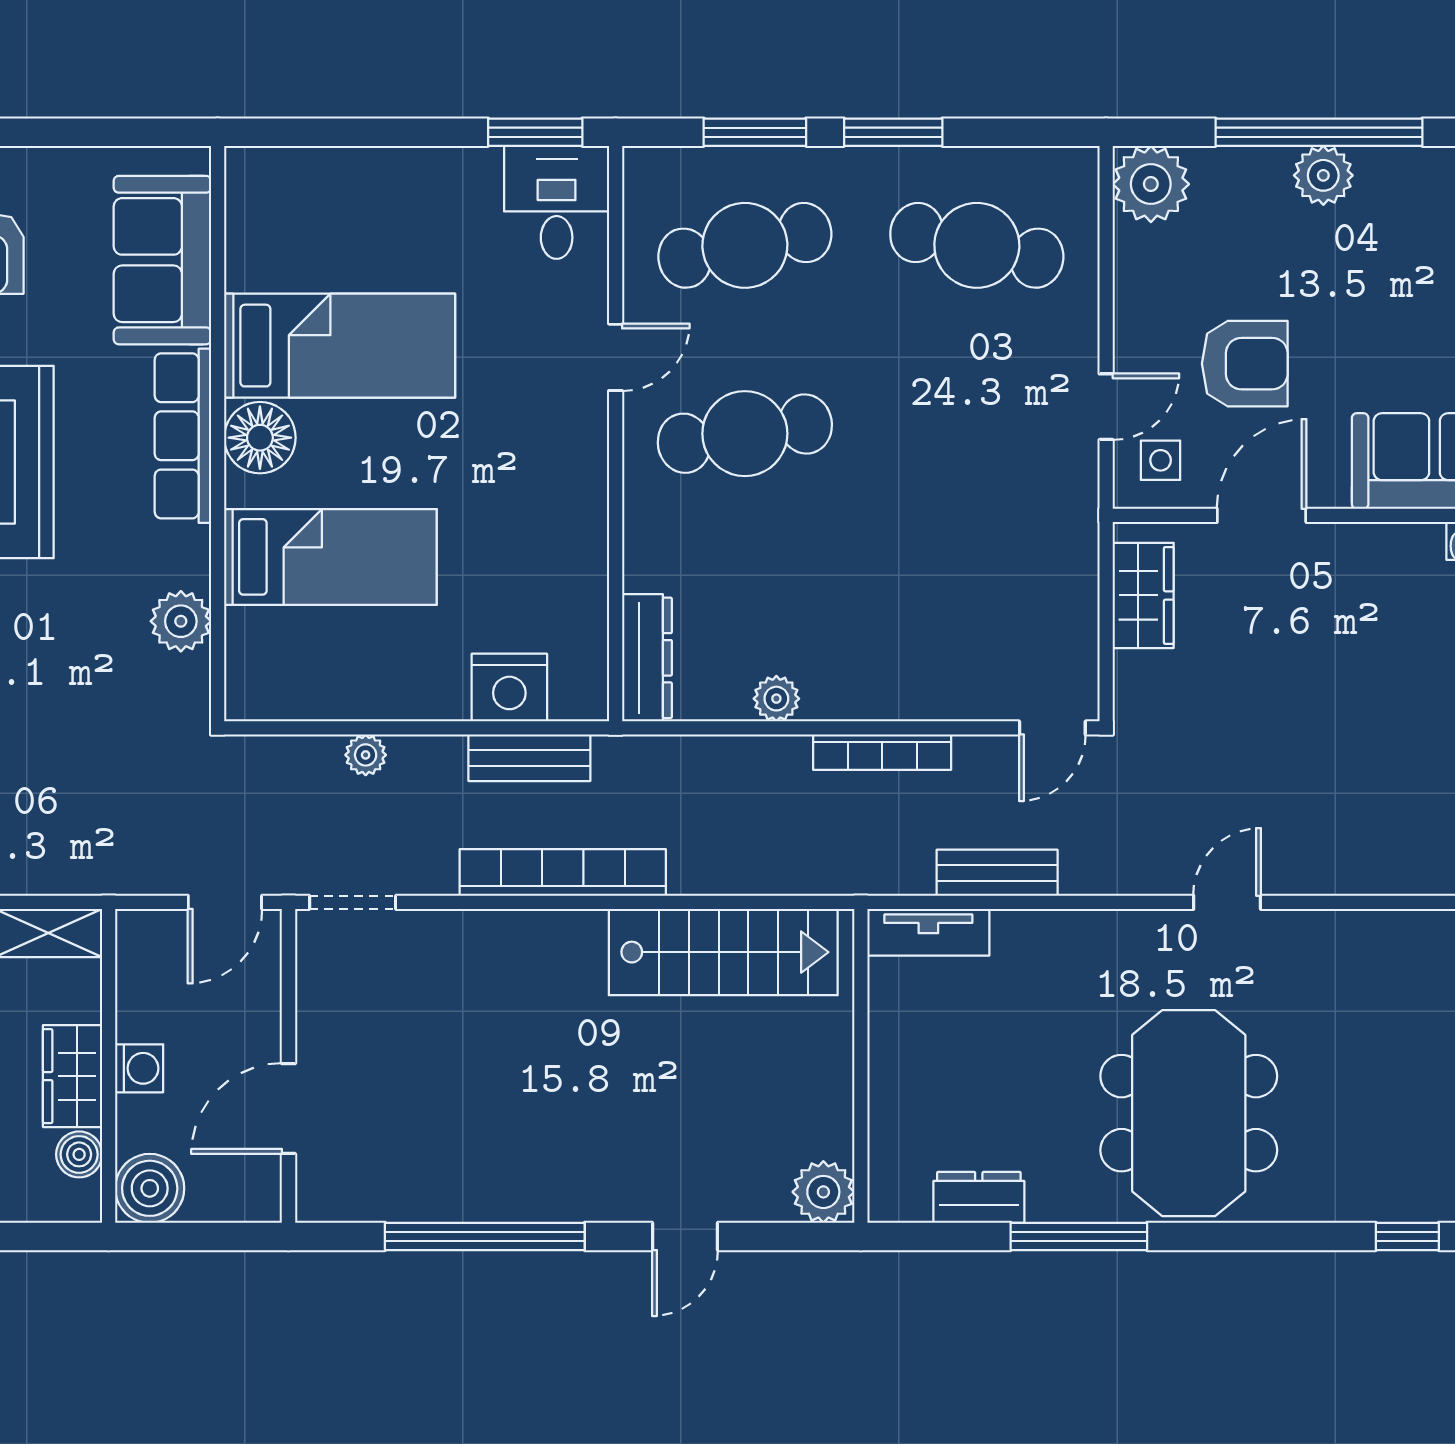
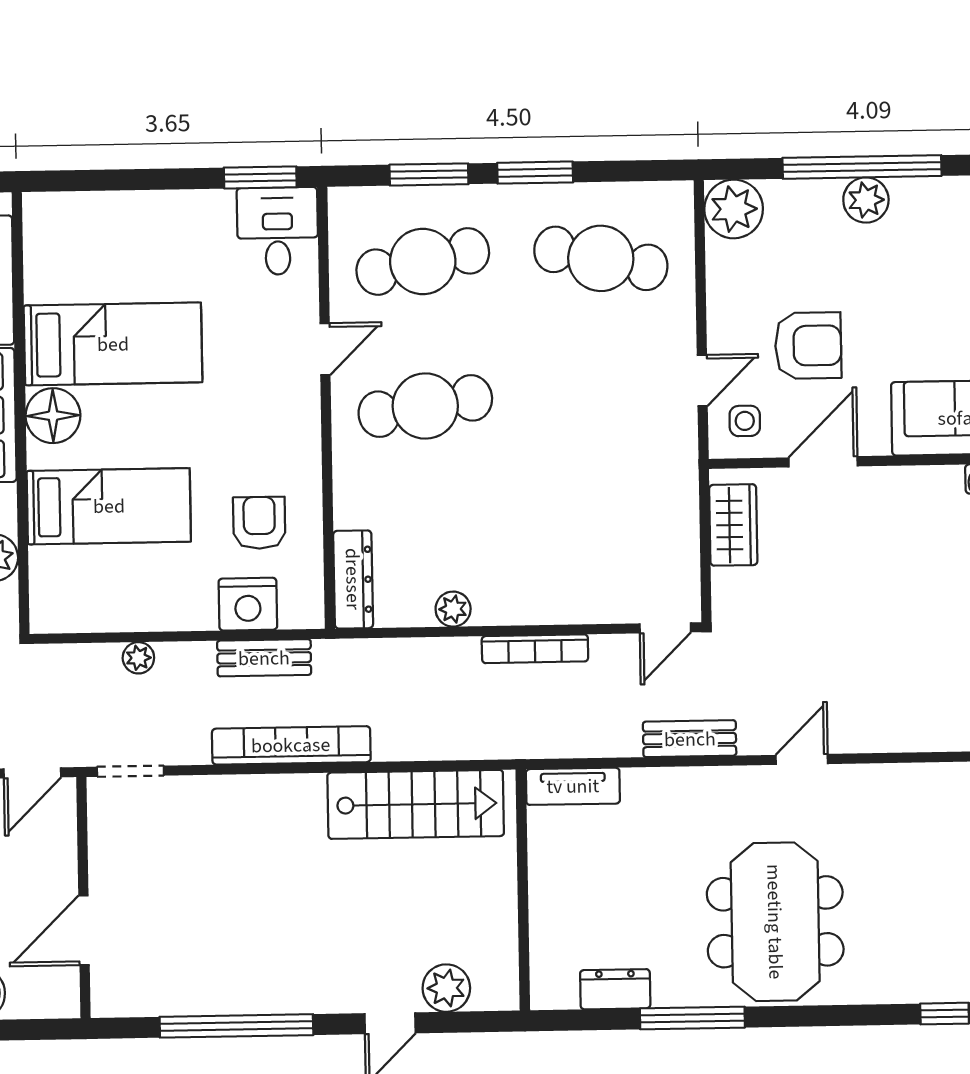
armchair: (526, 582) -> (259, 523), added
bench: (997, 873) -> (690, 739), moved
plant: (823, 1192) -> (446, 988), moved

